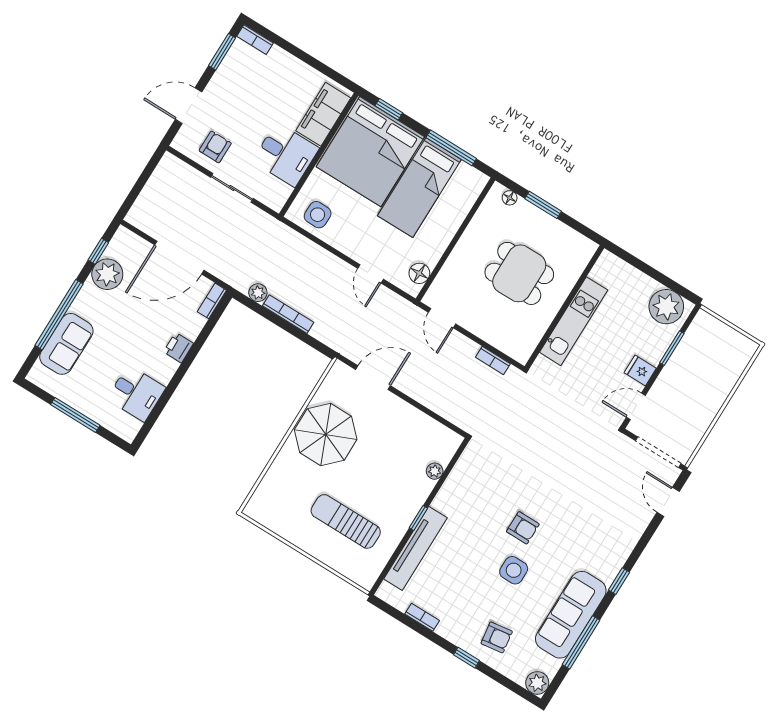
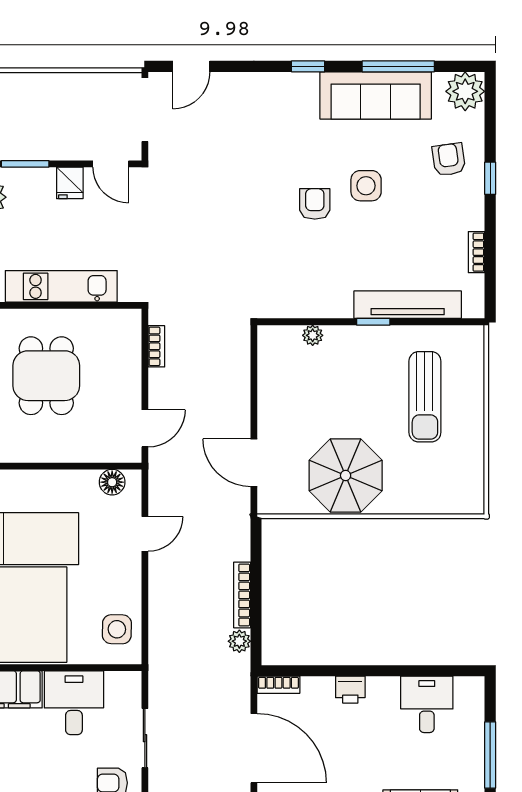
plant: (537, 683) -> (465, 91), width x1.36, depth x1.36

